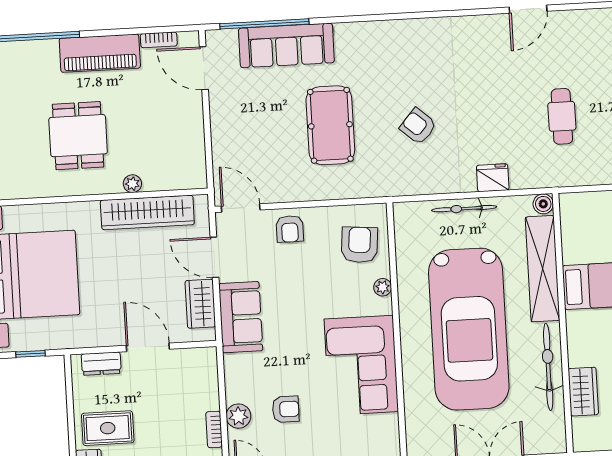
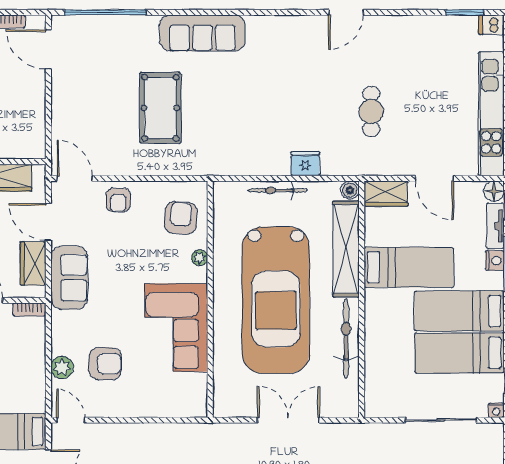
sofa: (286, 45) -> (202, 33), moved
armchair: (418, 126) -> (240, 113), removed
wardrobe: (583, 392) -> (386, 194), moved, turned 90
armchair: (286, 409) -> (105, 364), width x1.38, depth x1.38
bookcase: (214, 429) -> (29, 309), moved, turned -90

